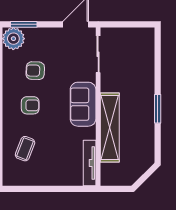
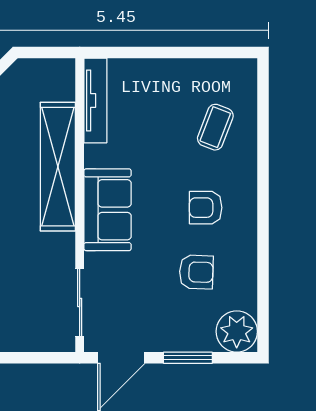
window: (24, 24) -> (188, 358), moved

